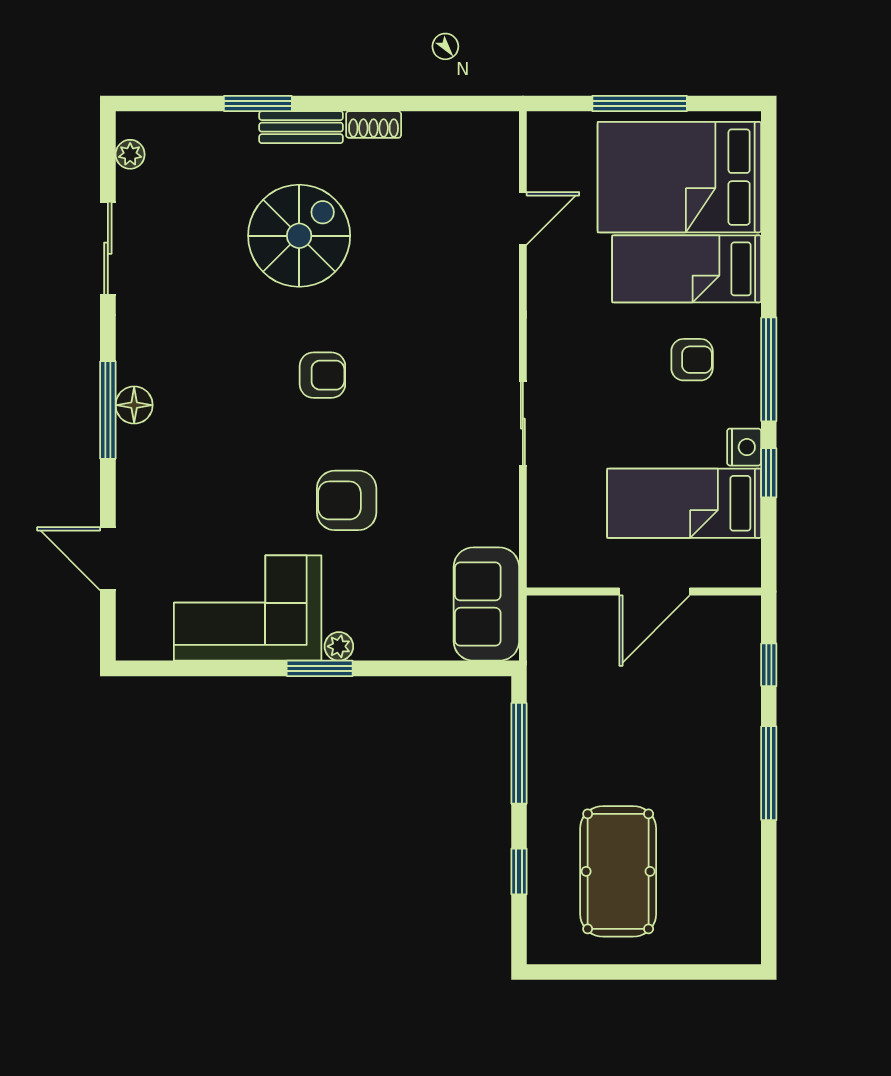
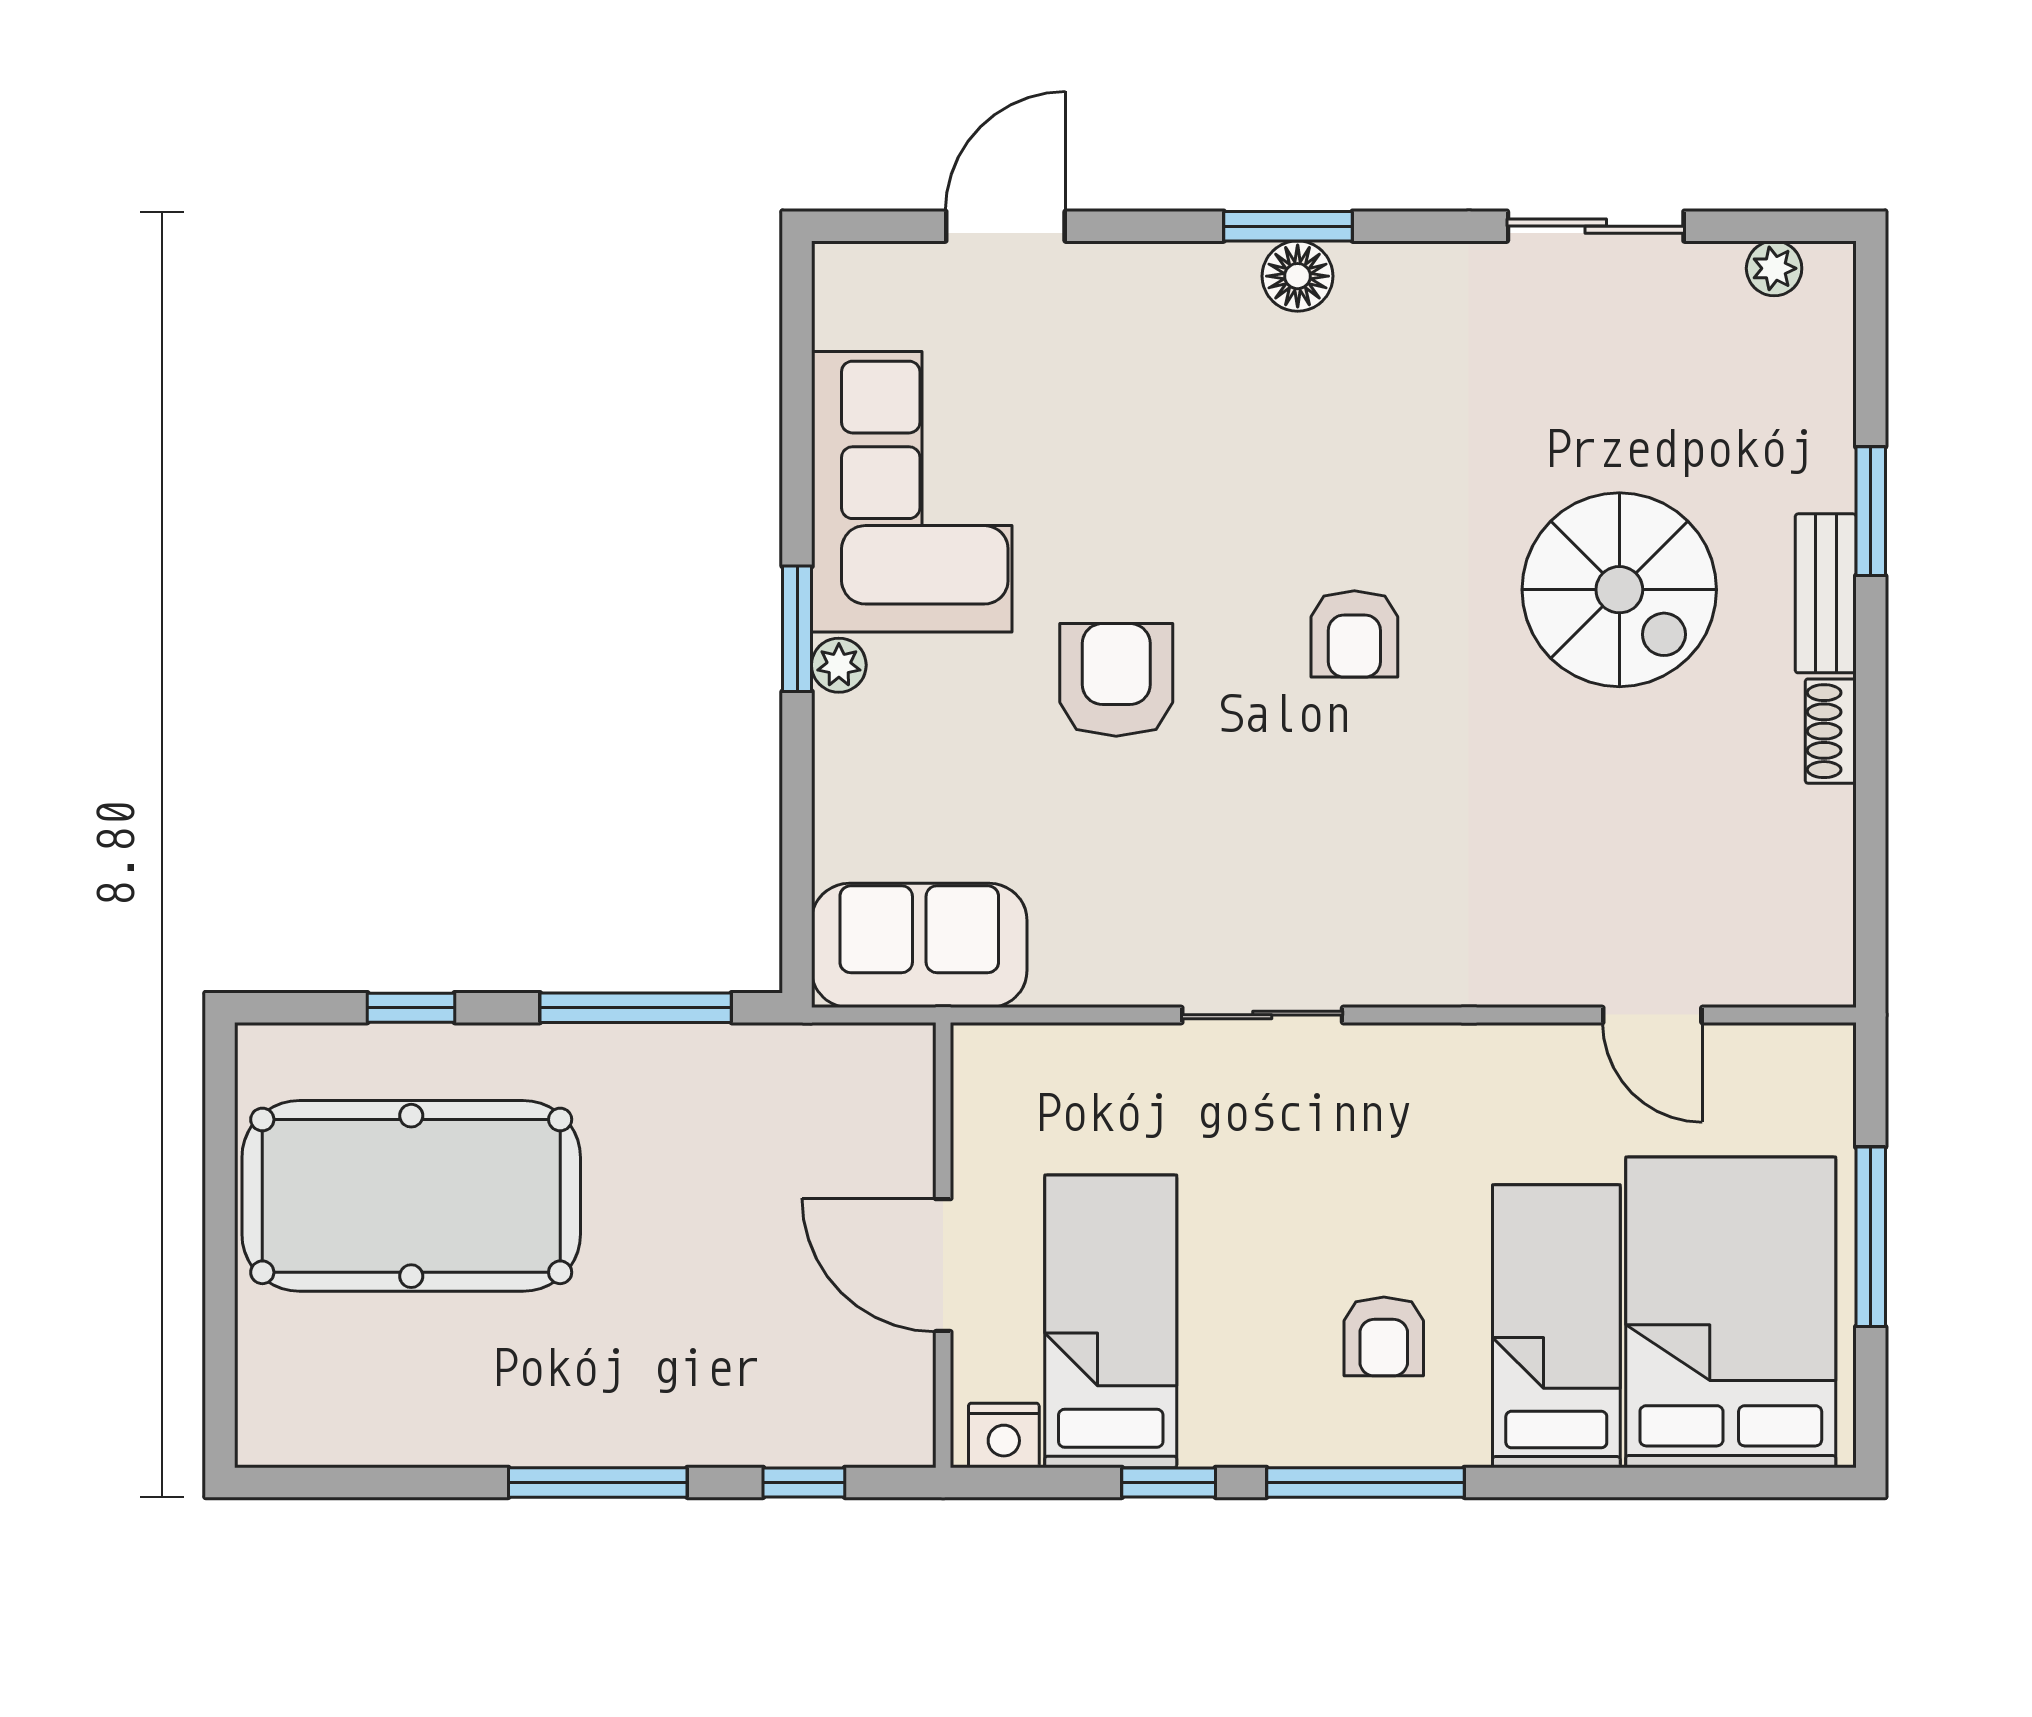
window: (108, 410) -> (1288, 226), width x0.69
nightstand: (744, 447) -> (1004, 1435), moved
pool table: (618, 871) -> (411, 1196), width x1.36, depth x1.32

